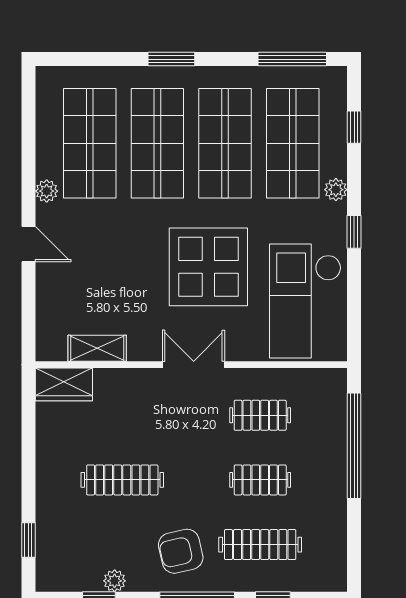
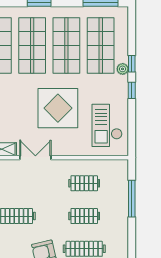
window: (354, 127) -> (132, 64), moved
checkout: (305, 301) -> (107, 125), width x0.73, depth x0.83
double door: (194, 365) -> (35, 158), moved
window: (354, 446) -> (132, 199), width x0.68

